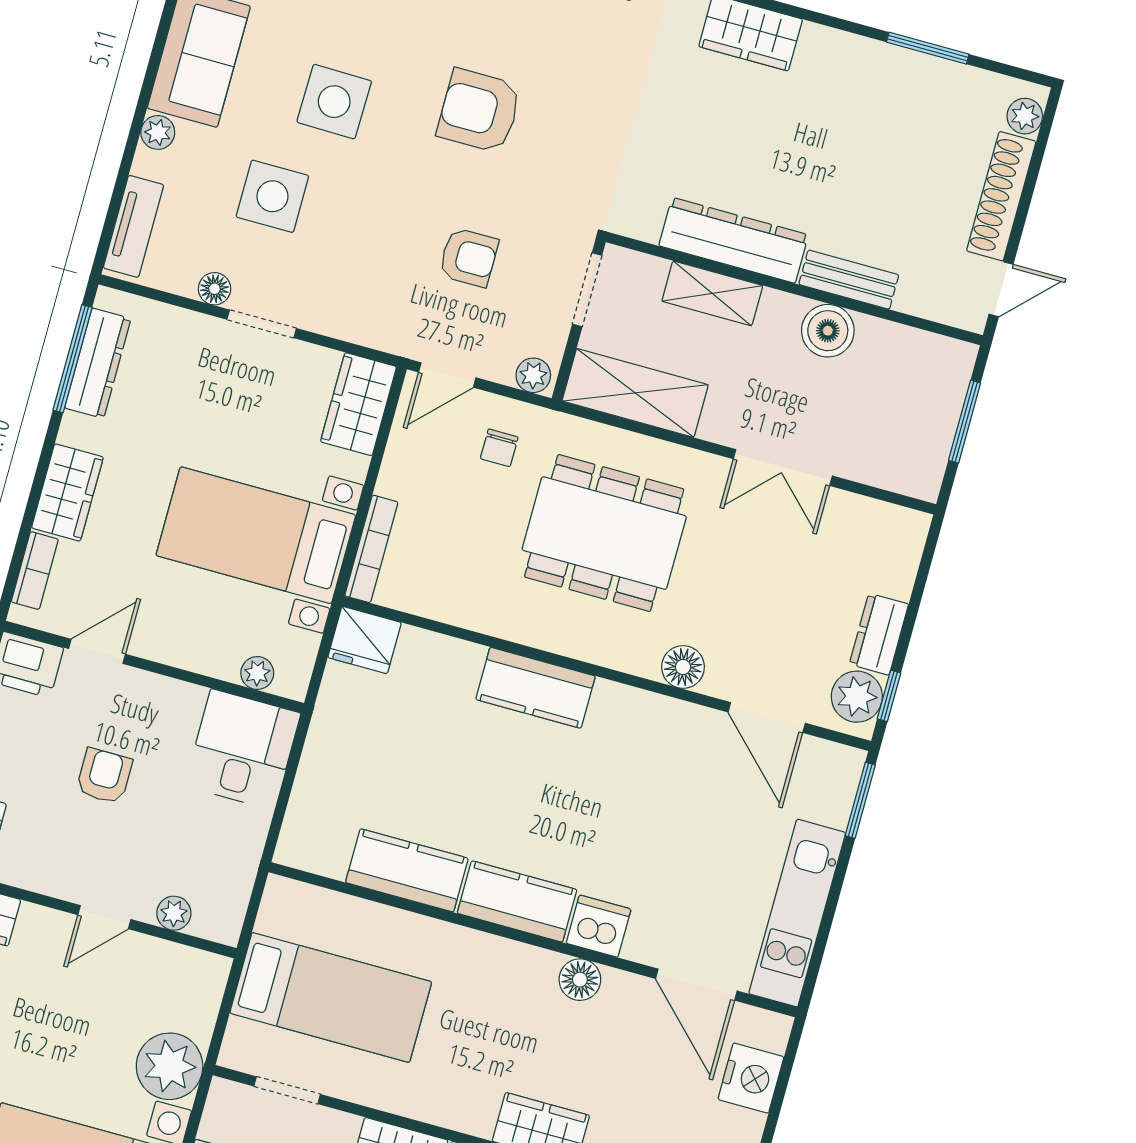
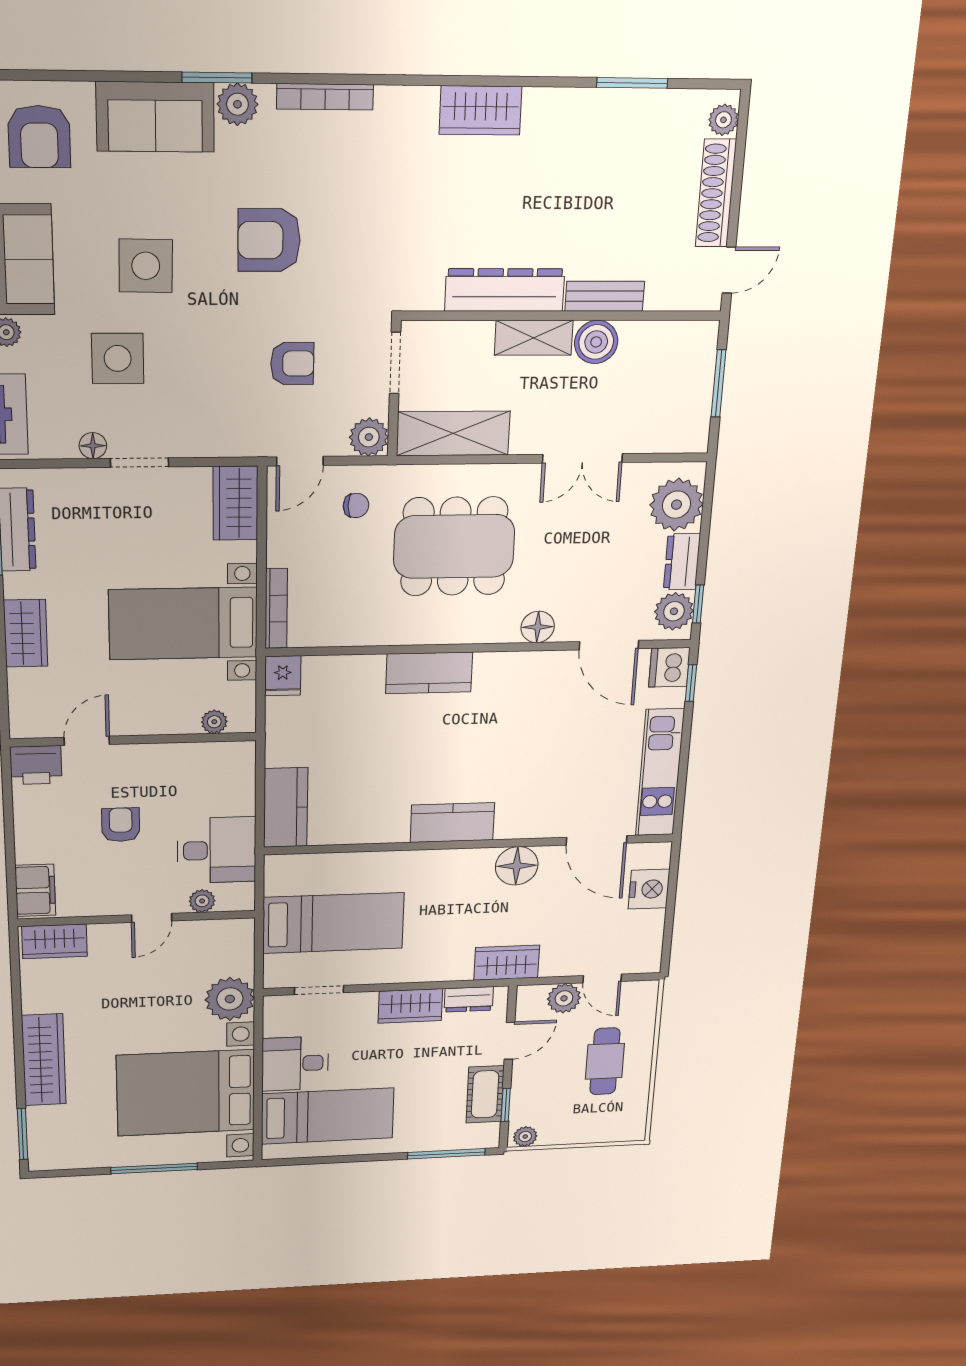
shelving: (712, 293) -> (534, 338), moved
plant: (533, 375) -> (369, 437), width x1.38, depth x1.38
chair: (499, 448) -> (356, 505), turned -90
plant: (886, 558) -> (676, 505), added
bookcase: (35, 571) -> (19, 697), removed
fridge: (365, 640) -> (283, 676), width x0.72
desk: (243, 749) -> (217, 850), moved, turned 90
window: (860, 800) -> (691, 683), width x0.67
kitchen counter: (407, 870) -> (286, 808), moved, turned 90
dishwasher: (599, 926) -> (669, 667), moved, turned -90
floor lamp: (580, 980) -> (517, 866), width x1.38, depth x1.38

